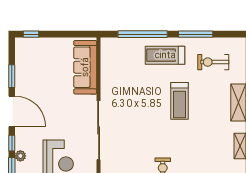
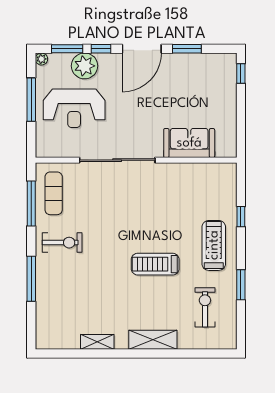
window: (143, 34) -> (241, 217), width x0.32
window: (196, 34) -> (241, 285), width x0.69
sofa: (85, 67) -> (189, 143), width x0.73
plant: (20, 156) -> (85, 66), width x1.88, depth x1.88

